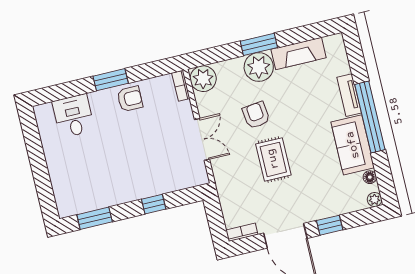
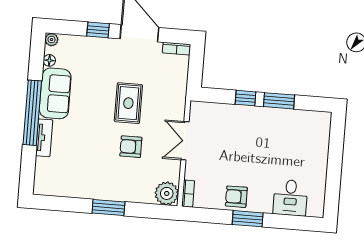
fireplace: (299, 54) -> (76, 188), removed
plant: (259, 67) -> (115, 188), removed
armchair: (256, 115) -> (131, 147), turned 97
window: (95, 218) -> (279, 101), moved

